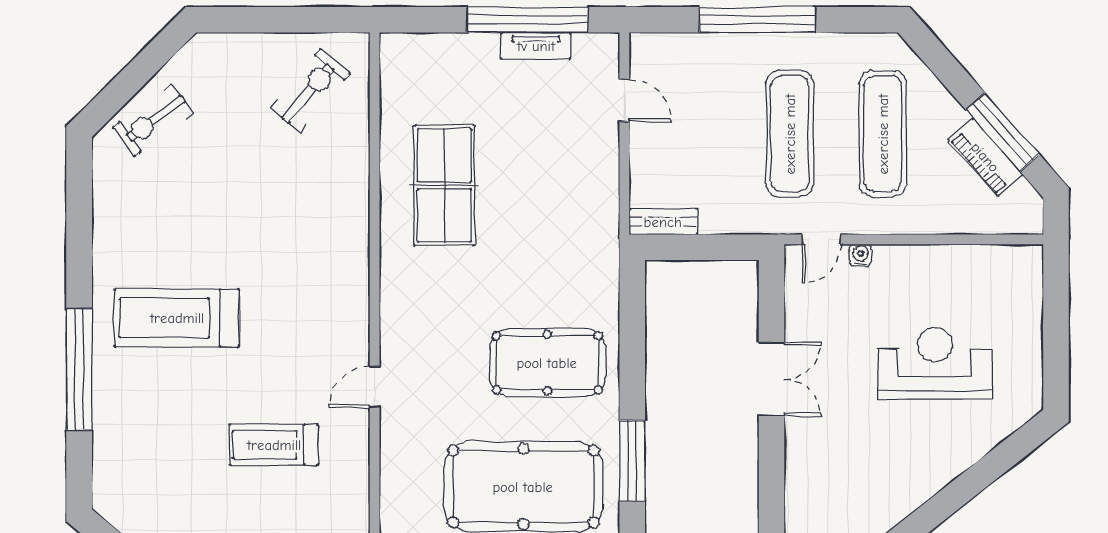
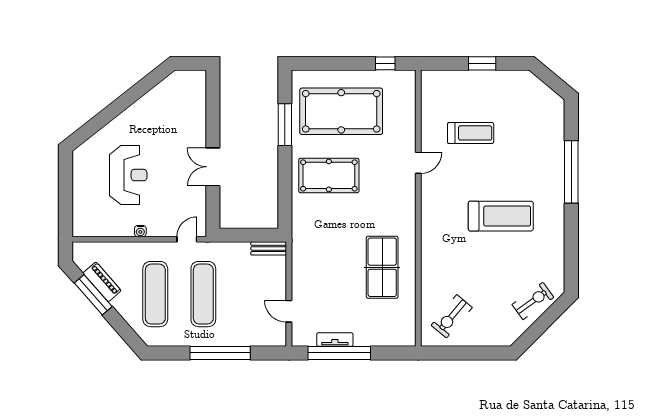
water cooler: (861, 255) -> (140, 231), moved
treadmill: (177, 318) -> (501, 216), moved
reception desk: (935, 363) -> (128, 175), turned -90

